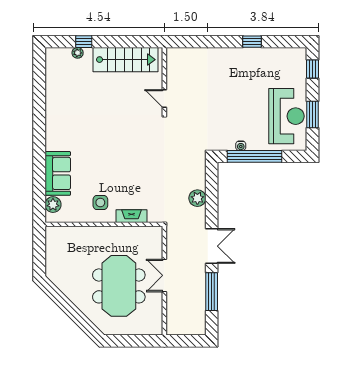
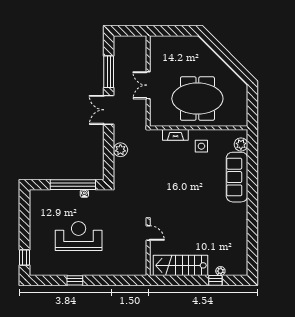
window: (312, 114) -> (24, 220), removed
reception desk: (287, 116) -> (79, 236), moved, turned 90
sofa: (58, 173) -> (237, 177), width x1.36
double door: (164, 275) -> (148, 85), swing flipped
meeting table: (119, 286) -> (197, 99), moved, turned 90

